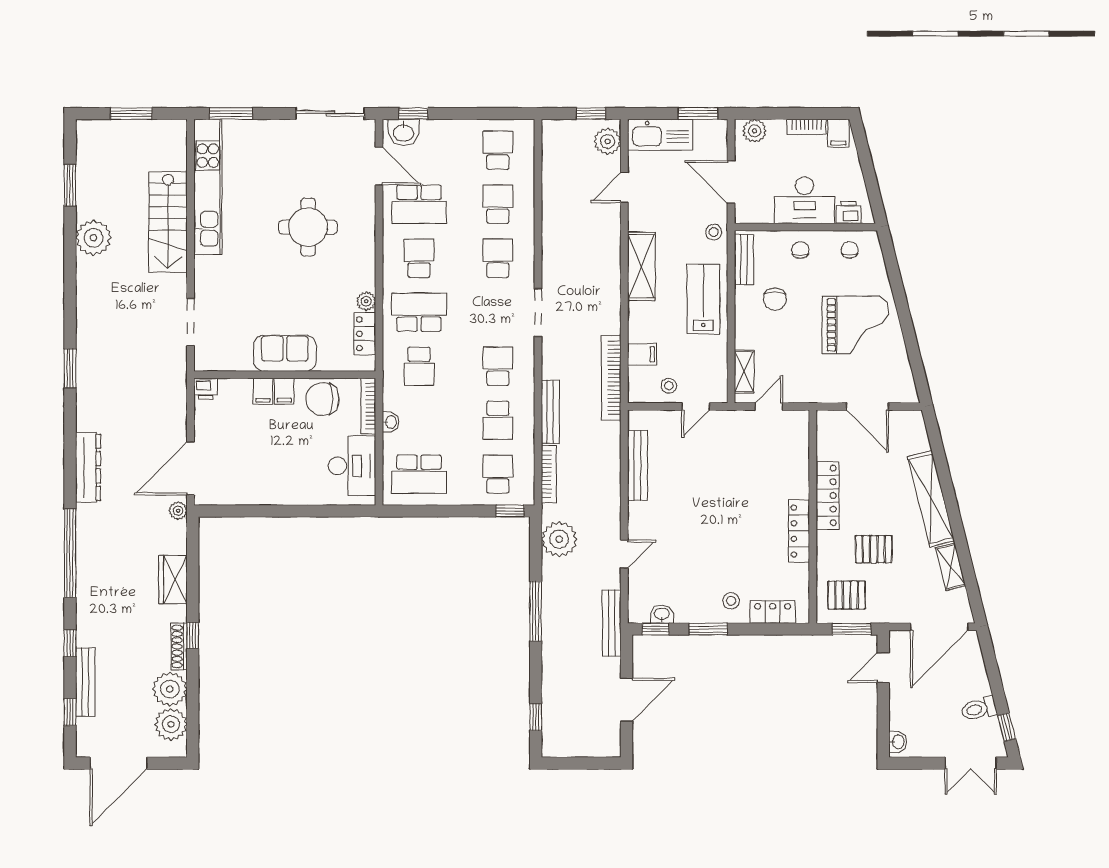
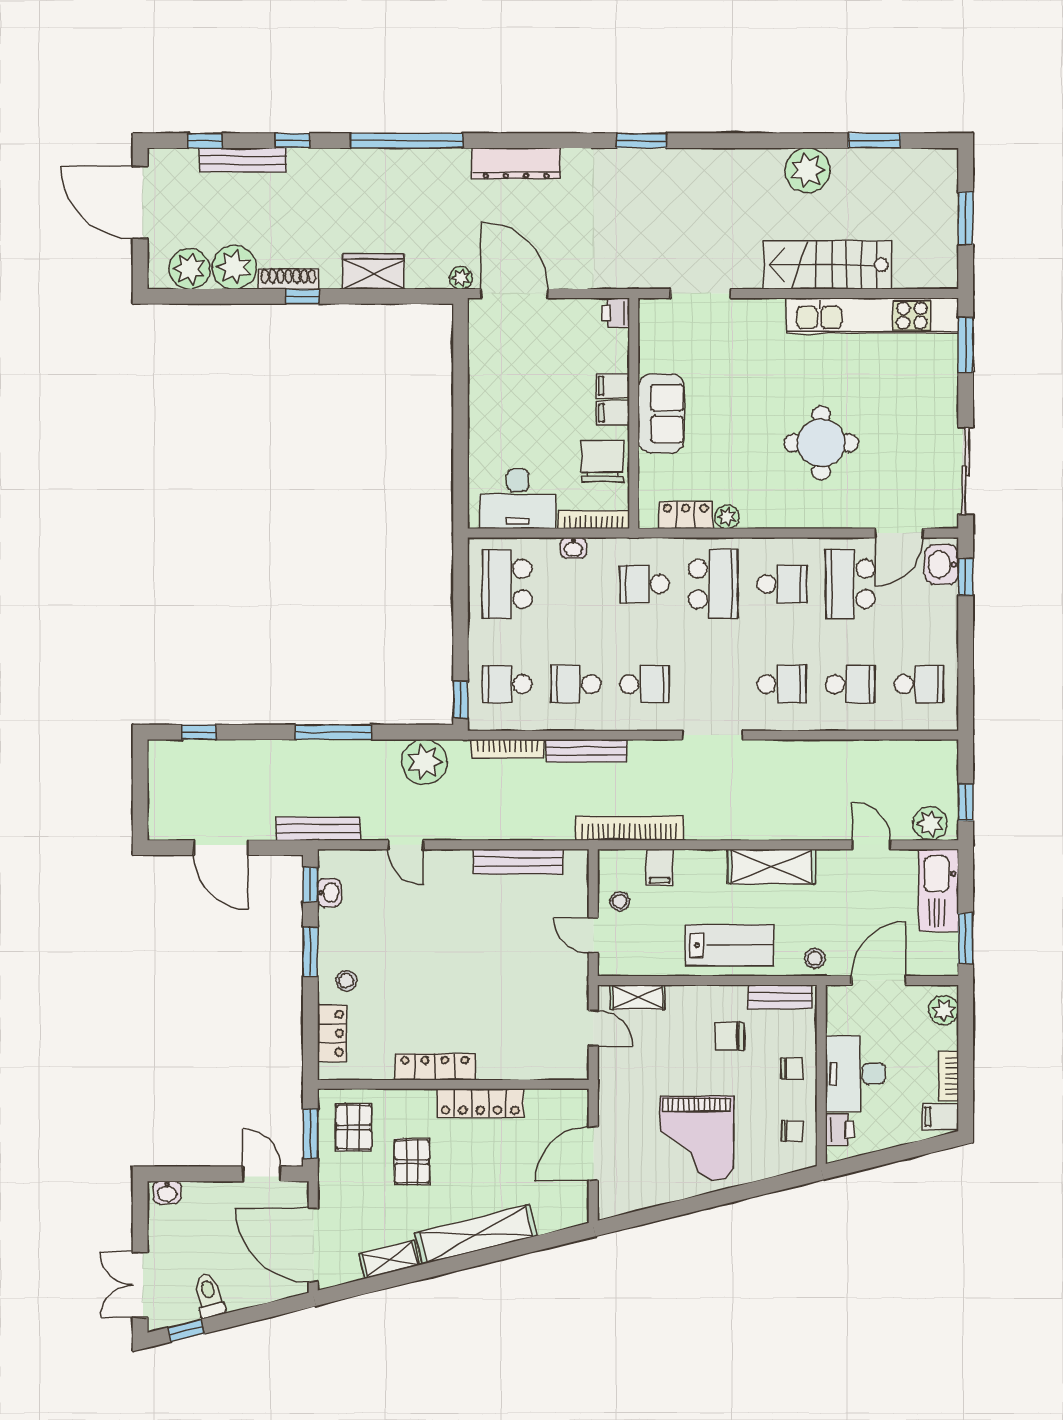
school desk: (498, 474) -> (507, 684), turned 180

